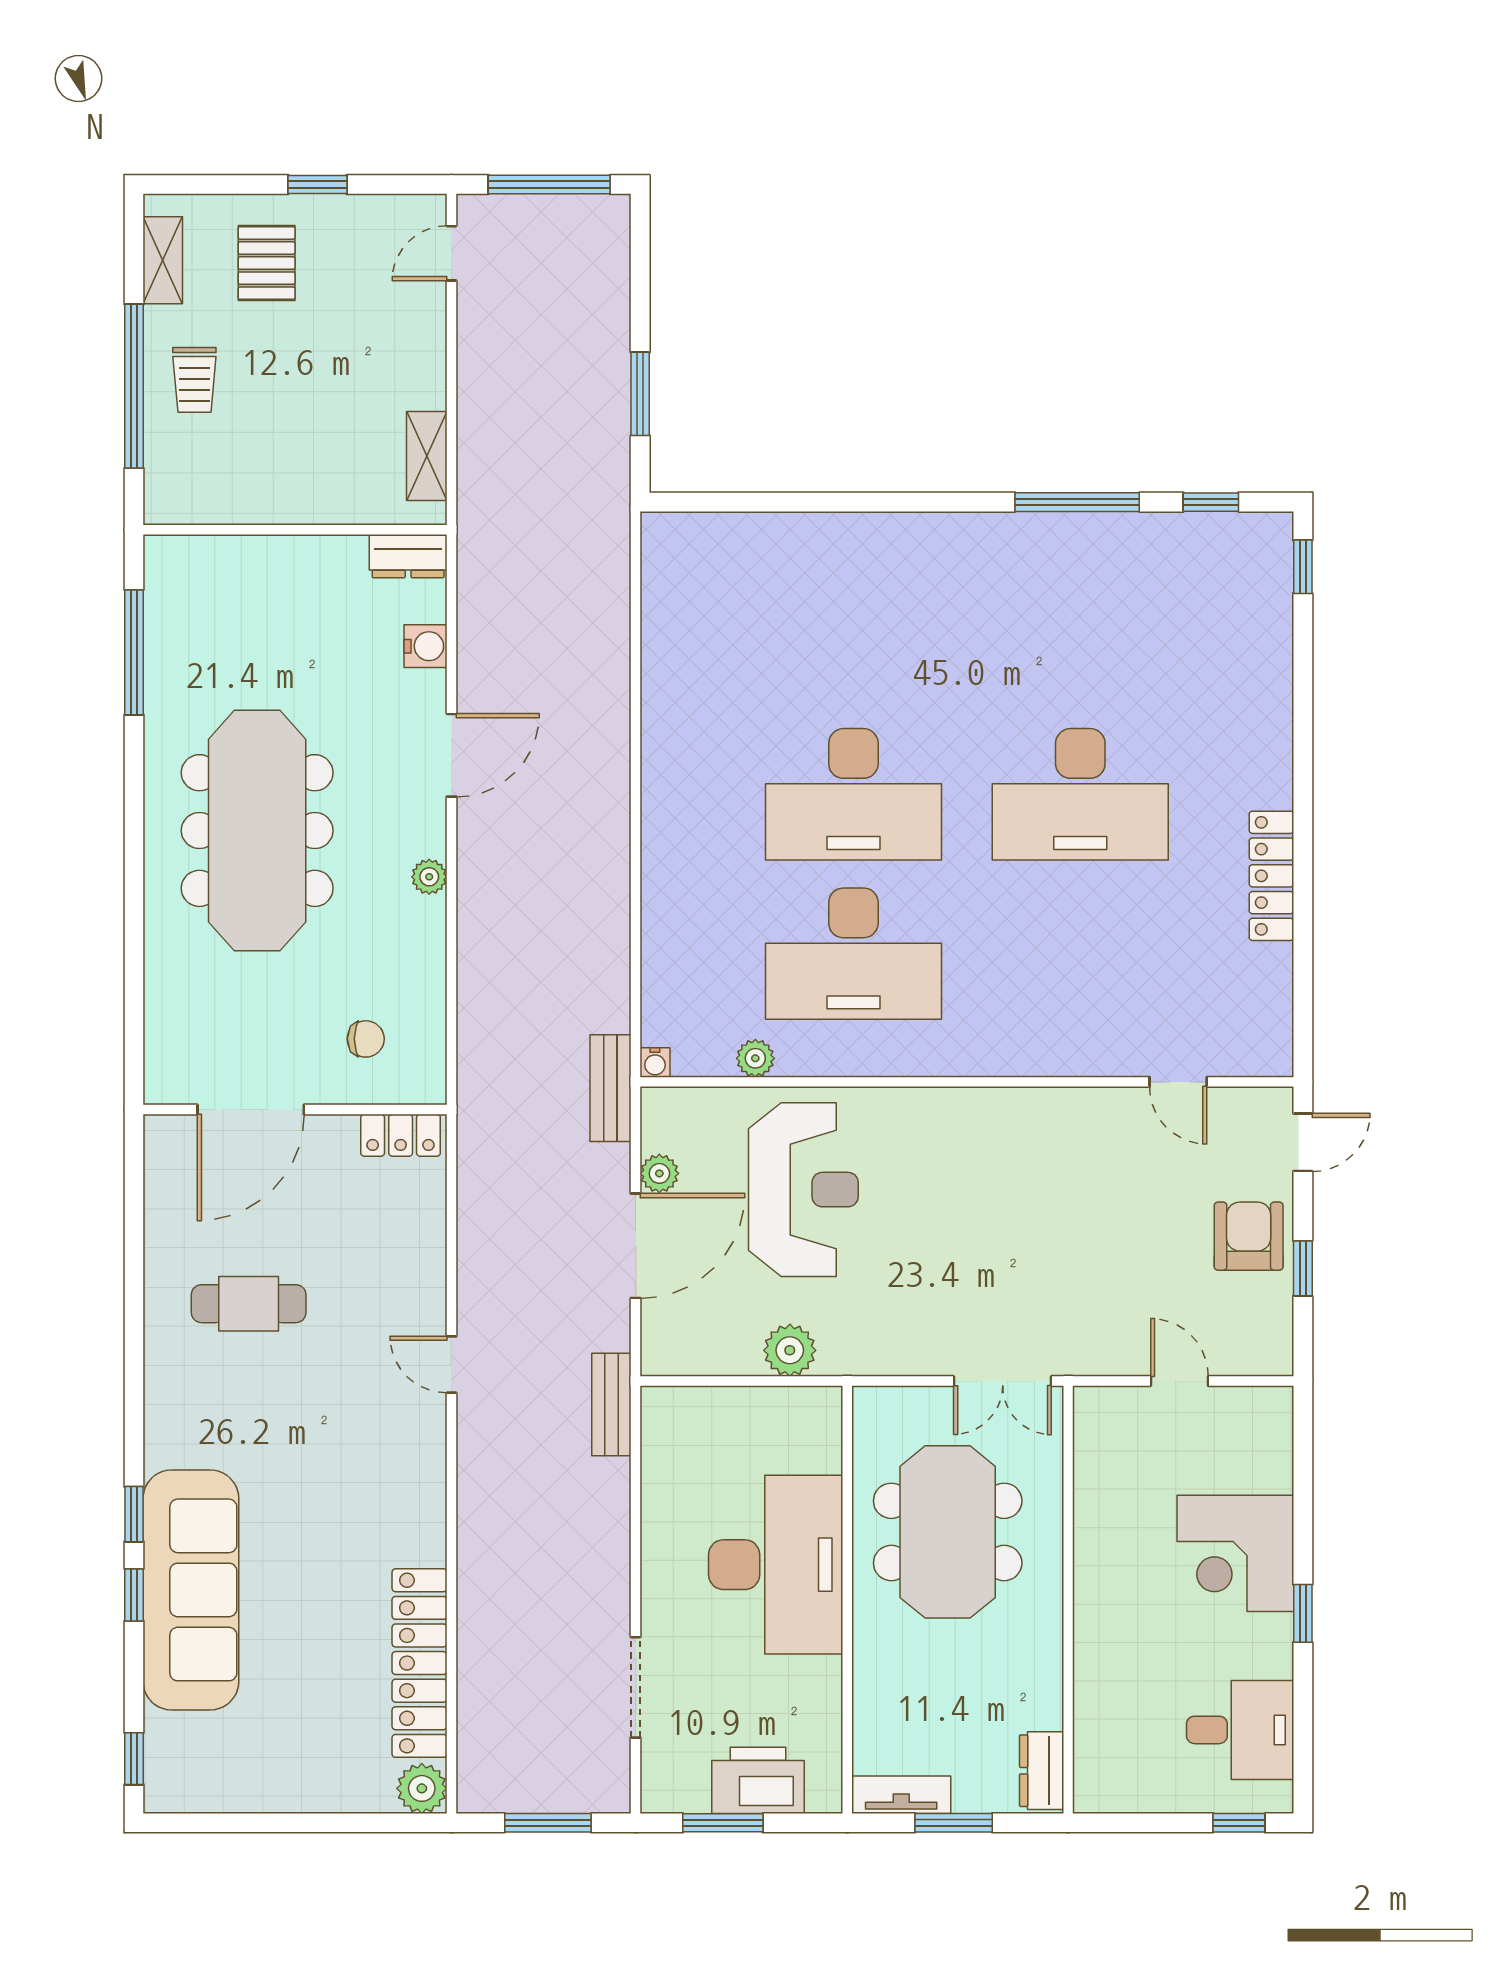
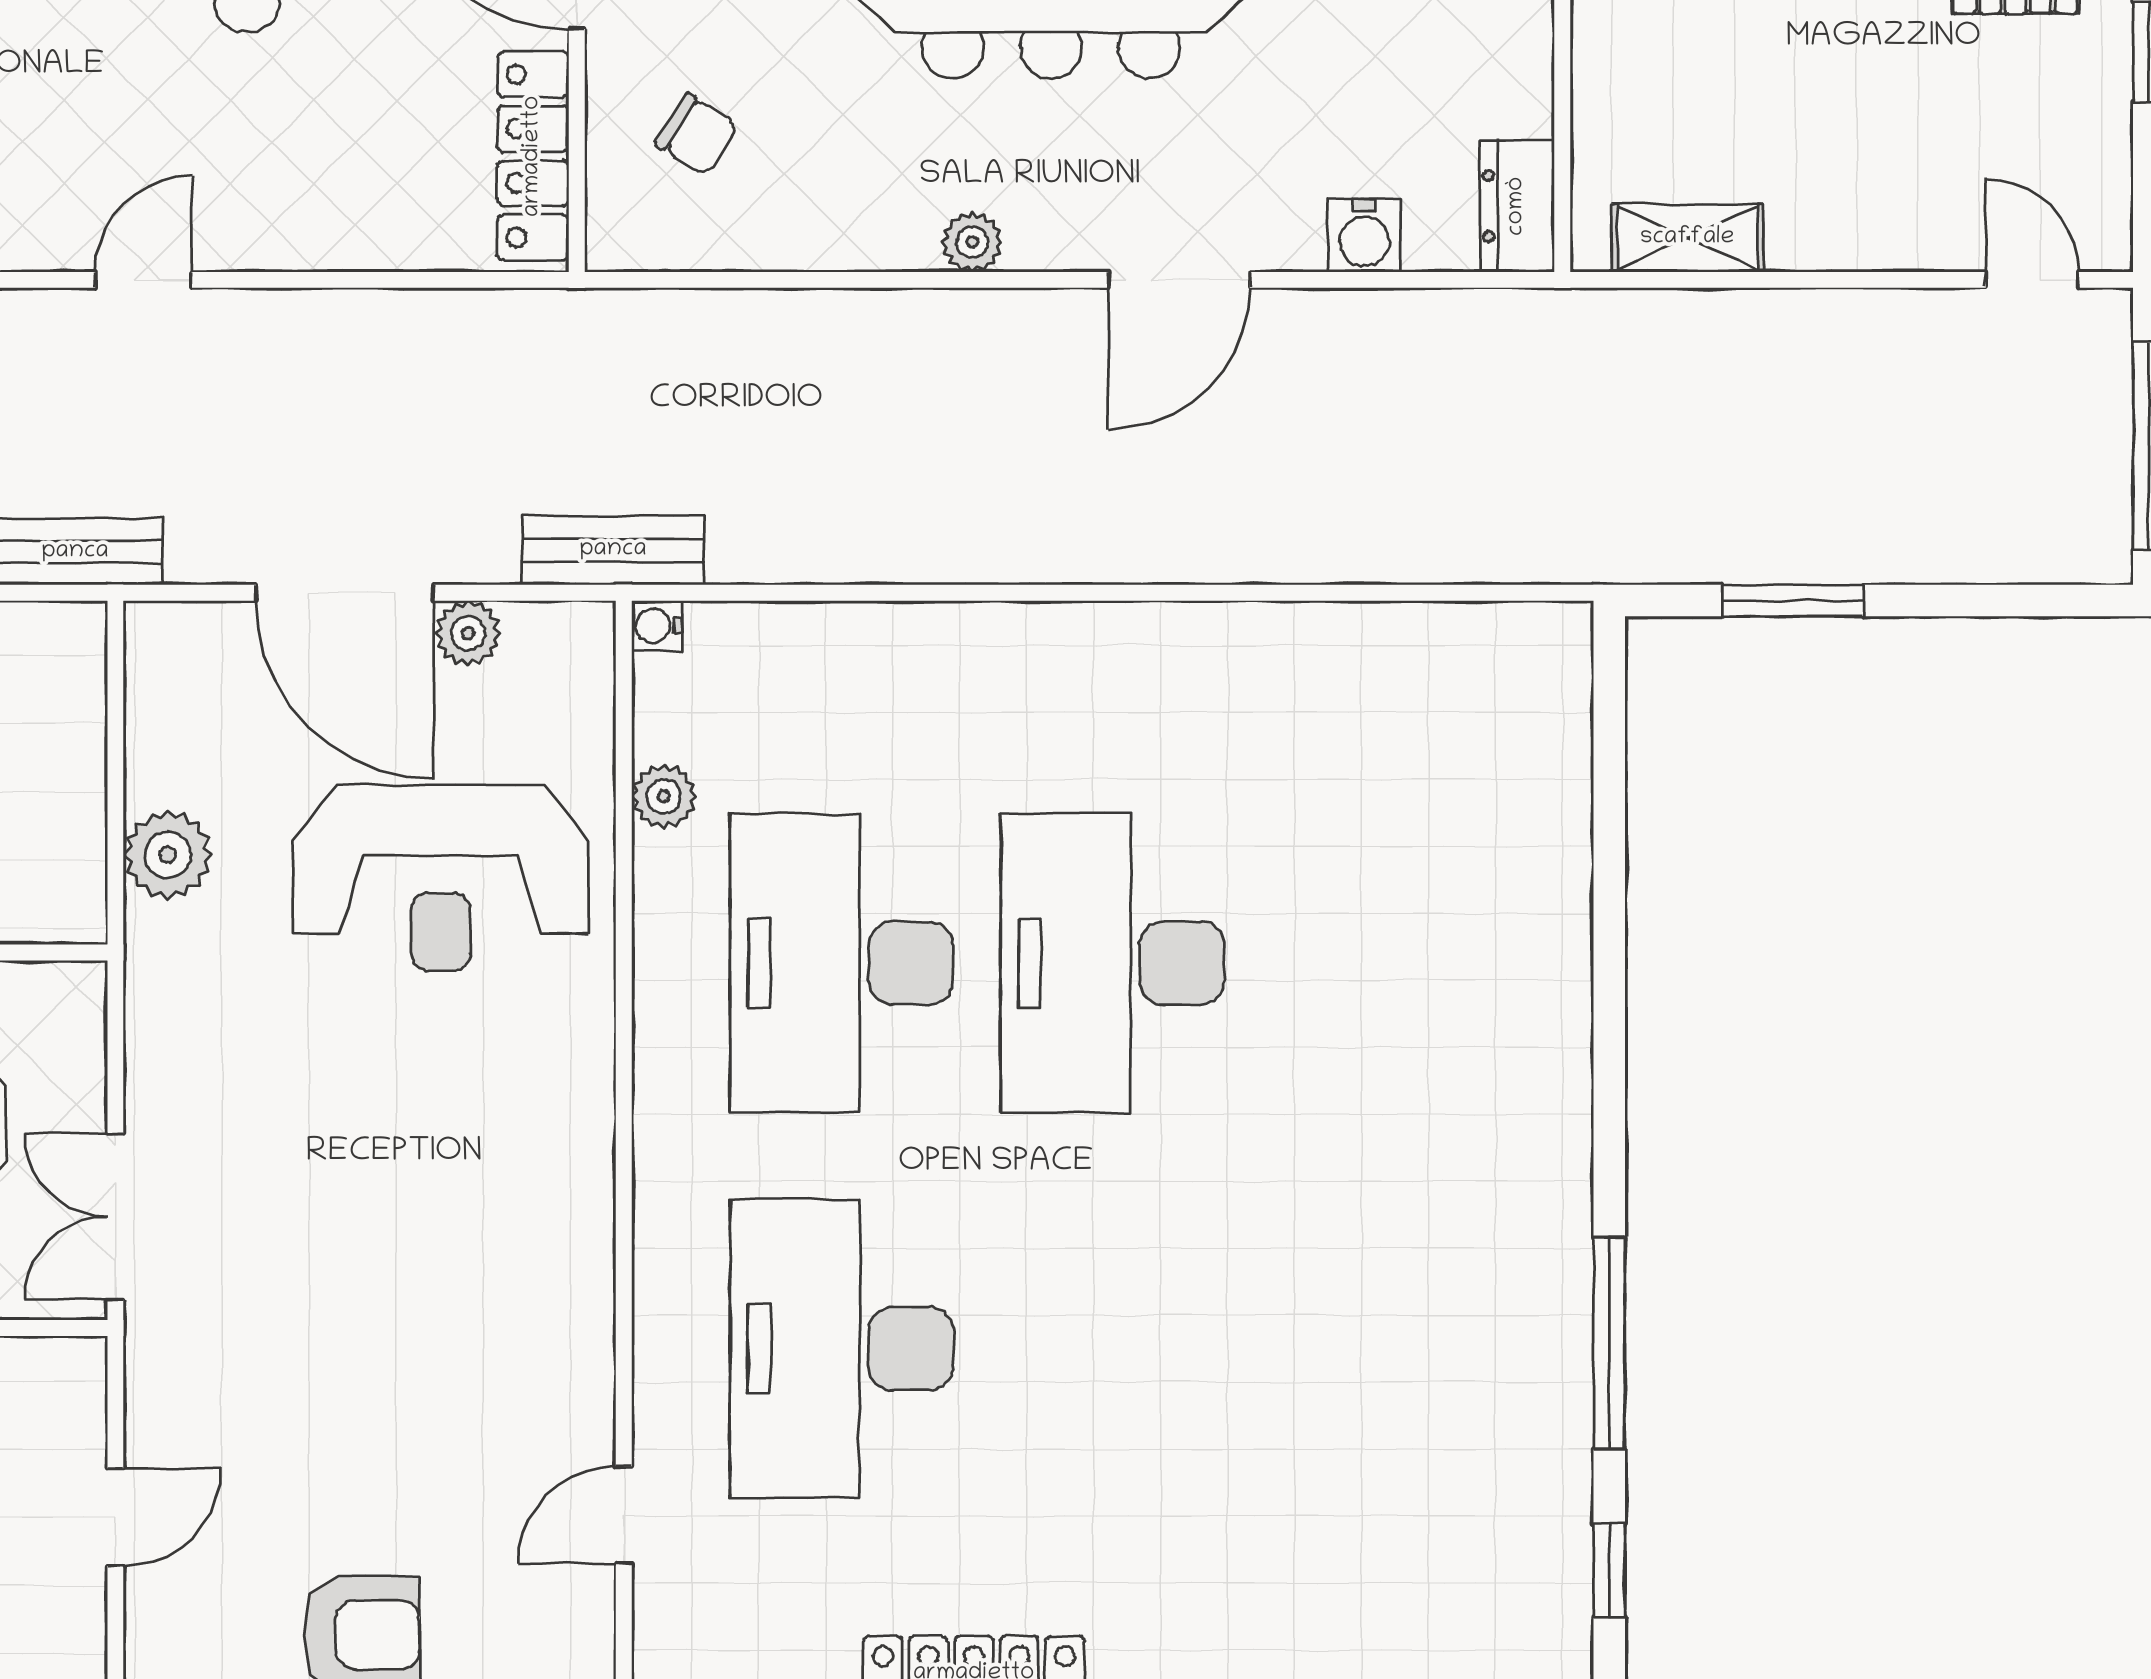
door: (451, 755) -> (1179, 280), hinge flipped
desk: (1080, 794) -> (842, 1349), moved
chair: (366, 1039) -> (697, 134), turned -58
locker: (401, 1135) -> (533, 156), width x1.53

